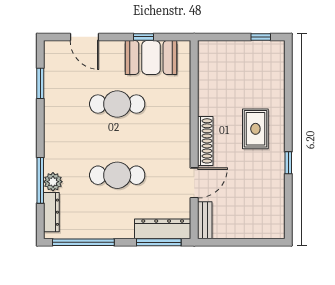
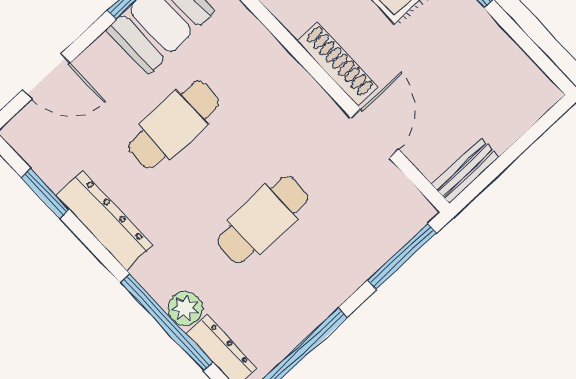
window: (40, 180) -> (167, 323), width x1.46
bench: (205, 220) -> (465, 171), moved, turned 90
dresser: (163, 229) -> (104, 220), moved, turned 90

